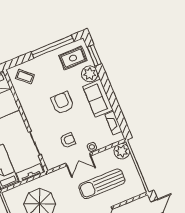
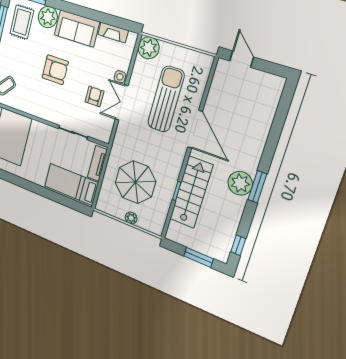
armchair: (62, 103) -> (55, 70), turned 180
double door: (78, 160) -> (122, 102), swing flipped
sun lounger: (102, 184) -> (166, 99), turned 180

